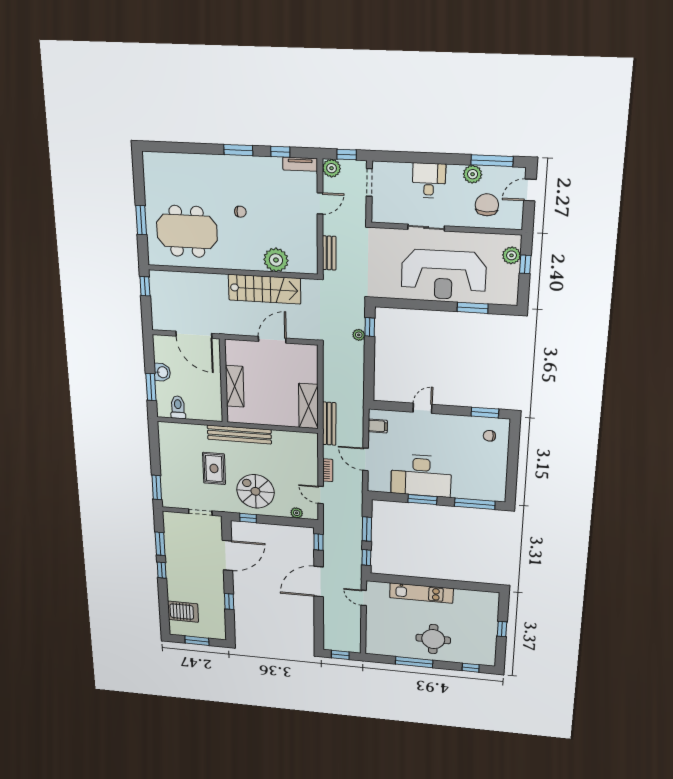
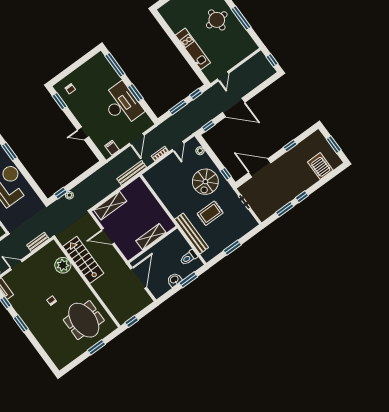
shelving: (309, 406) -> (110, 206), moved
bench: (239, 434) -> (192, 233), moved
window: (157, 487) -> (232, 248), moved

